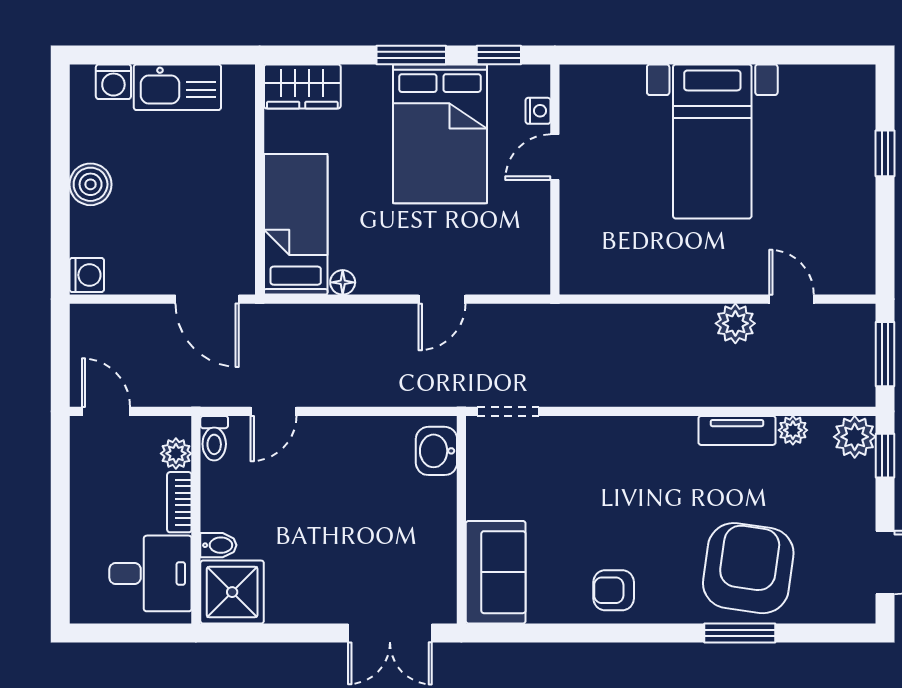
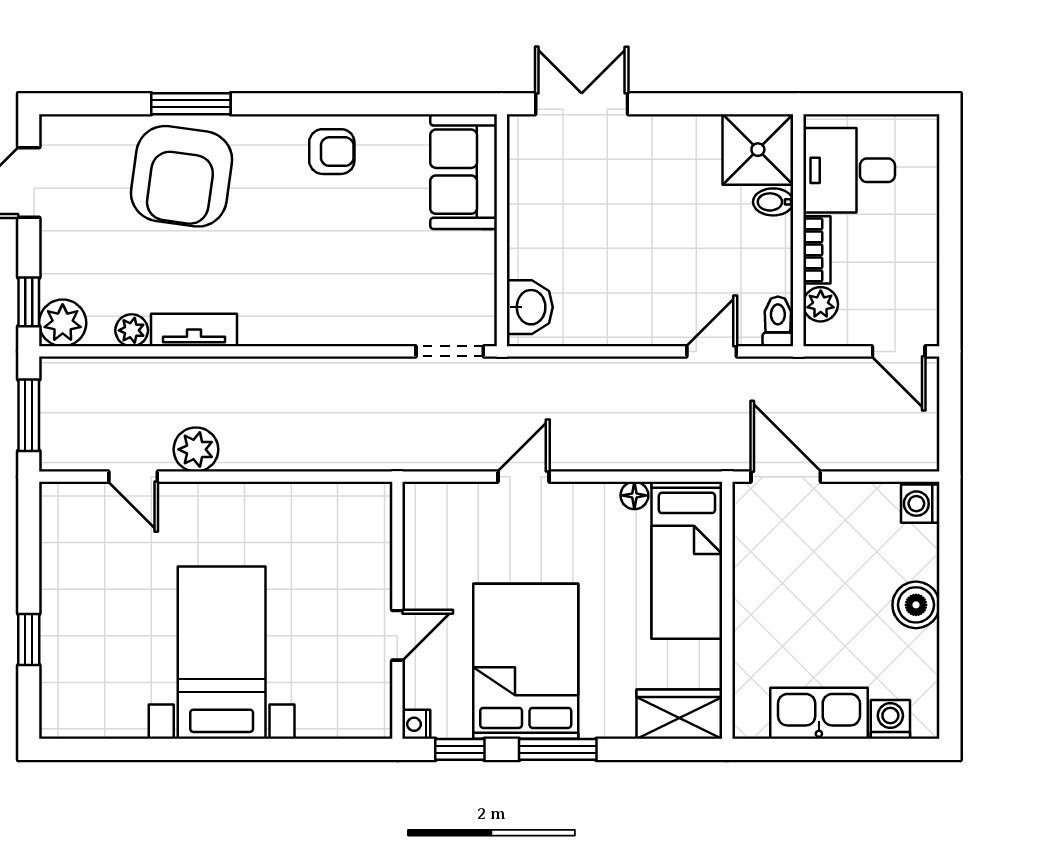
nightstand: (538, 111) -> (416, 724), moved

